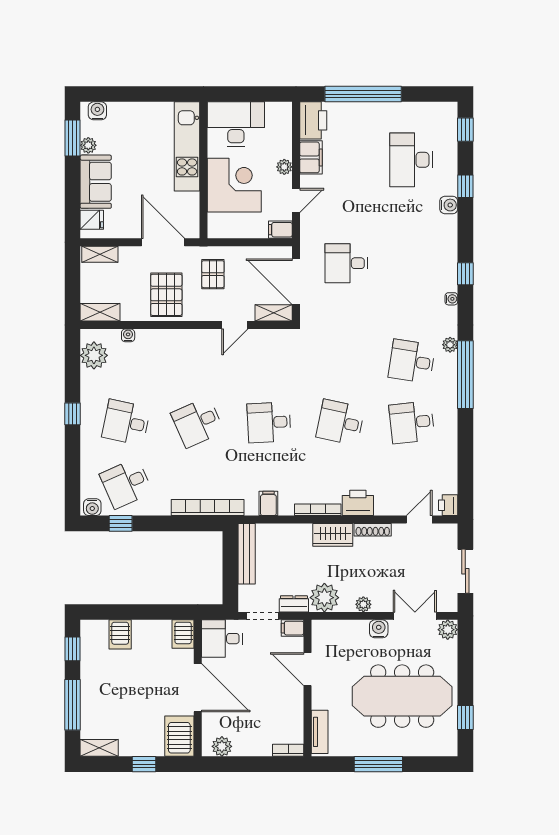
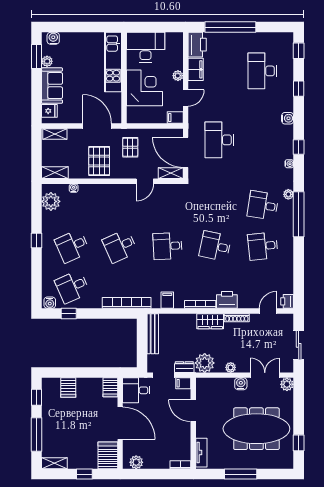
water cooler: (449, 205) -> (288, 118), moved
desk: (346, 263) -> (219, 140), width x1.37
desk: (126, 422) -> (72, 246), turned -36

